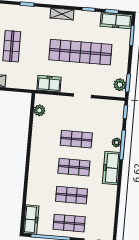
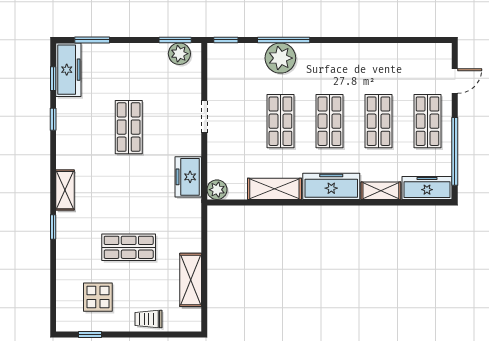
shelving: (62, 14) -> (65, 190), moved
shop shelf: (80, 52) -> (129, 127), width x0.50, depth x0.74
plant: (39, 110) -> (217, 190), moved
shelving: (38, 132) -> (274, 189), added
plant: (116, 142) -> (280, 58), width x1.88, depth x1.88
freezer: (111, 168) -> (331, 186), moved, turned 180
shelving: (32, 193) -> (381, 191), added

